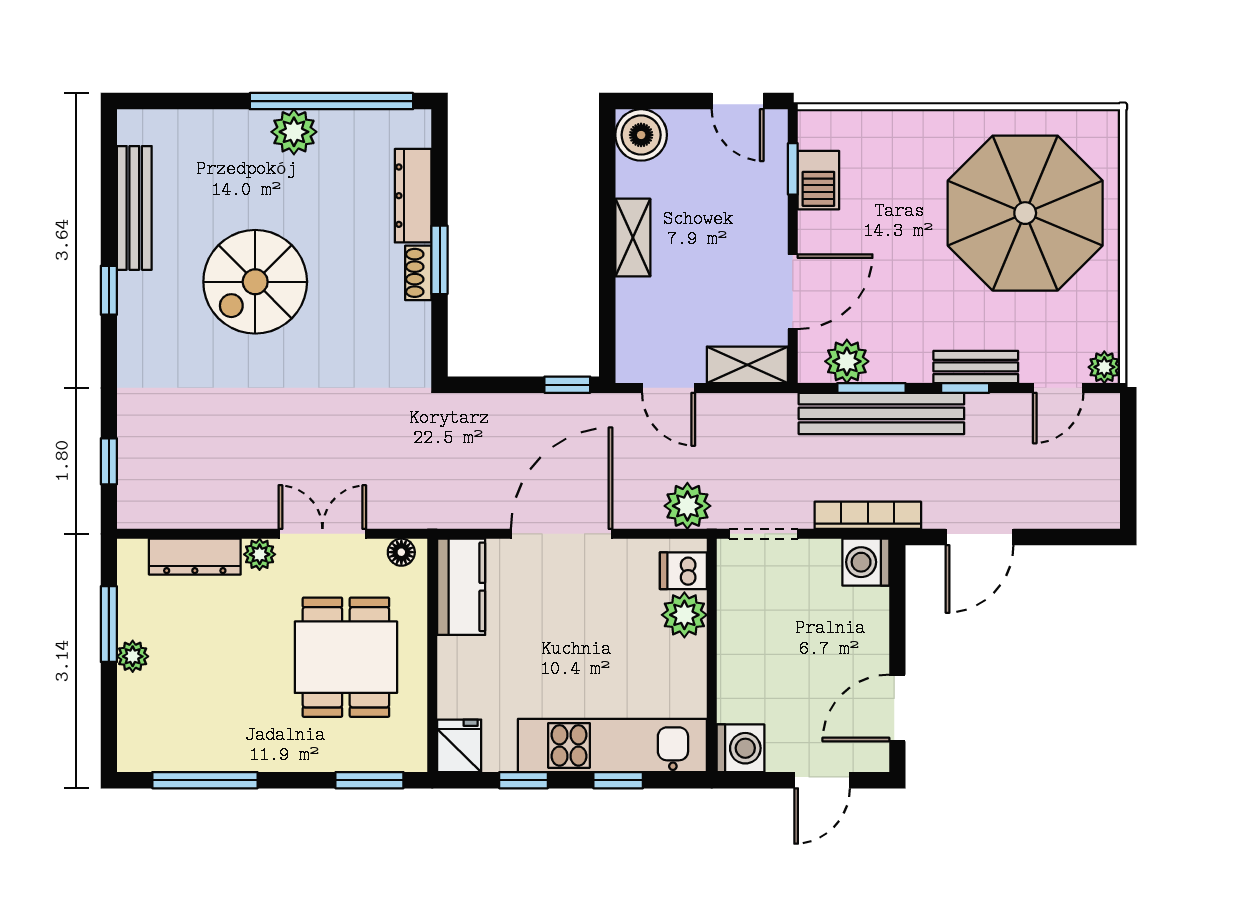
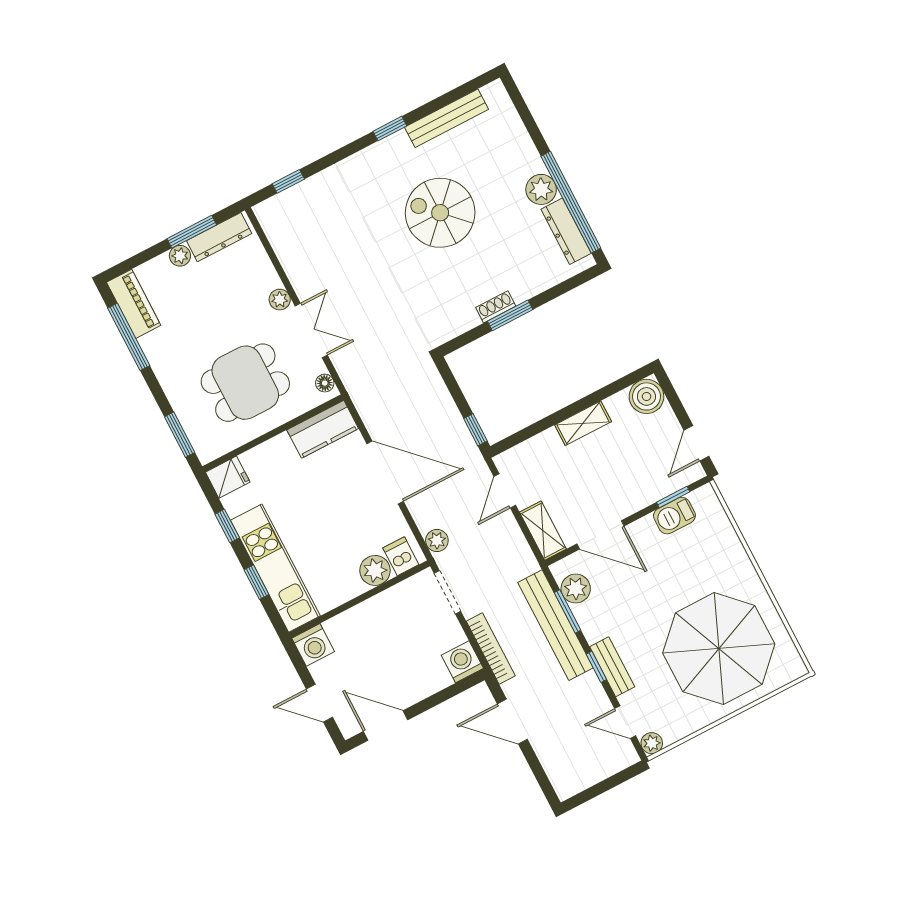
dresser: (413, 196) -> (566, 231), moved, turned -90
plant: (687, 506) -> (437, 541), width x0.73, depth x0.73
dresser: (195, 557) -> (219, 237), moved, turned -90
piano: (164, 751) -> (134, 304), added

